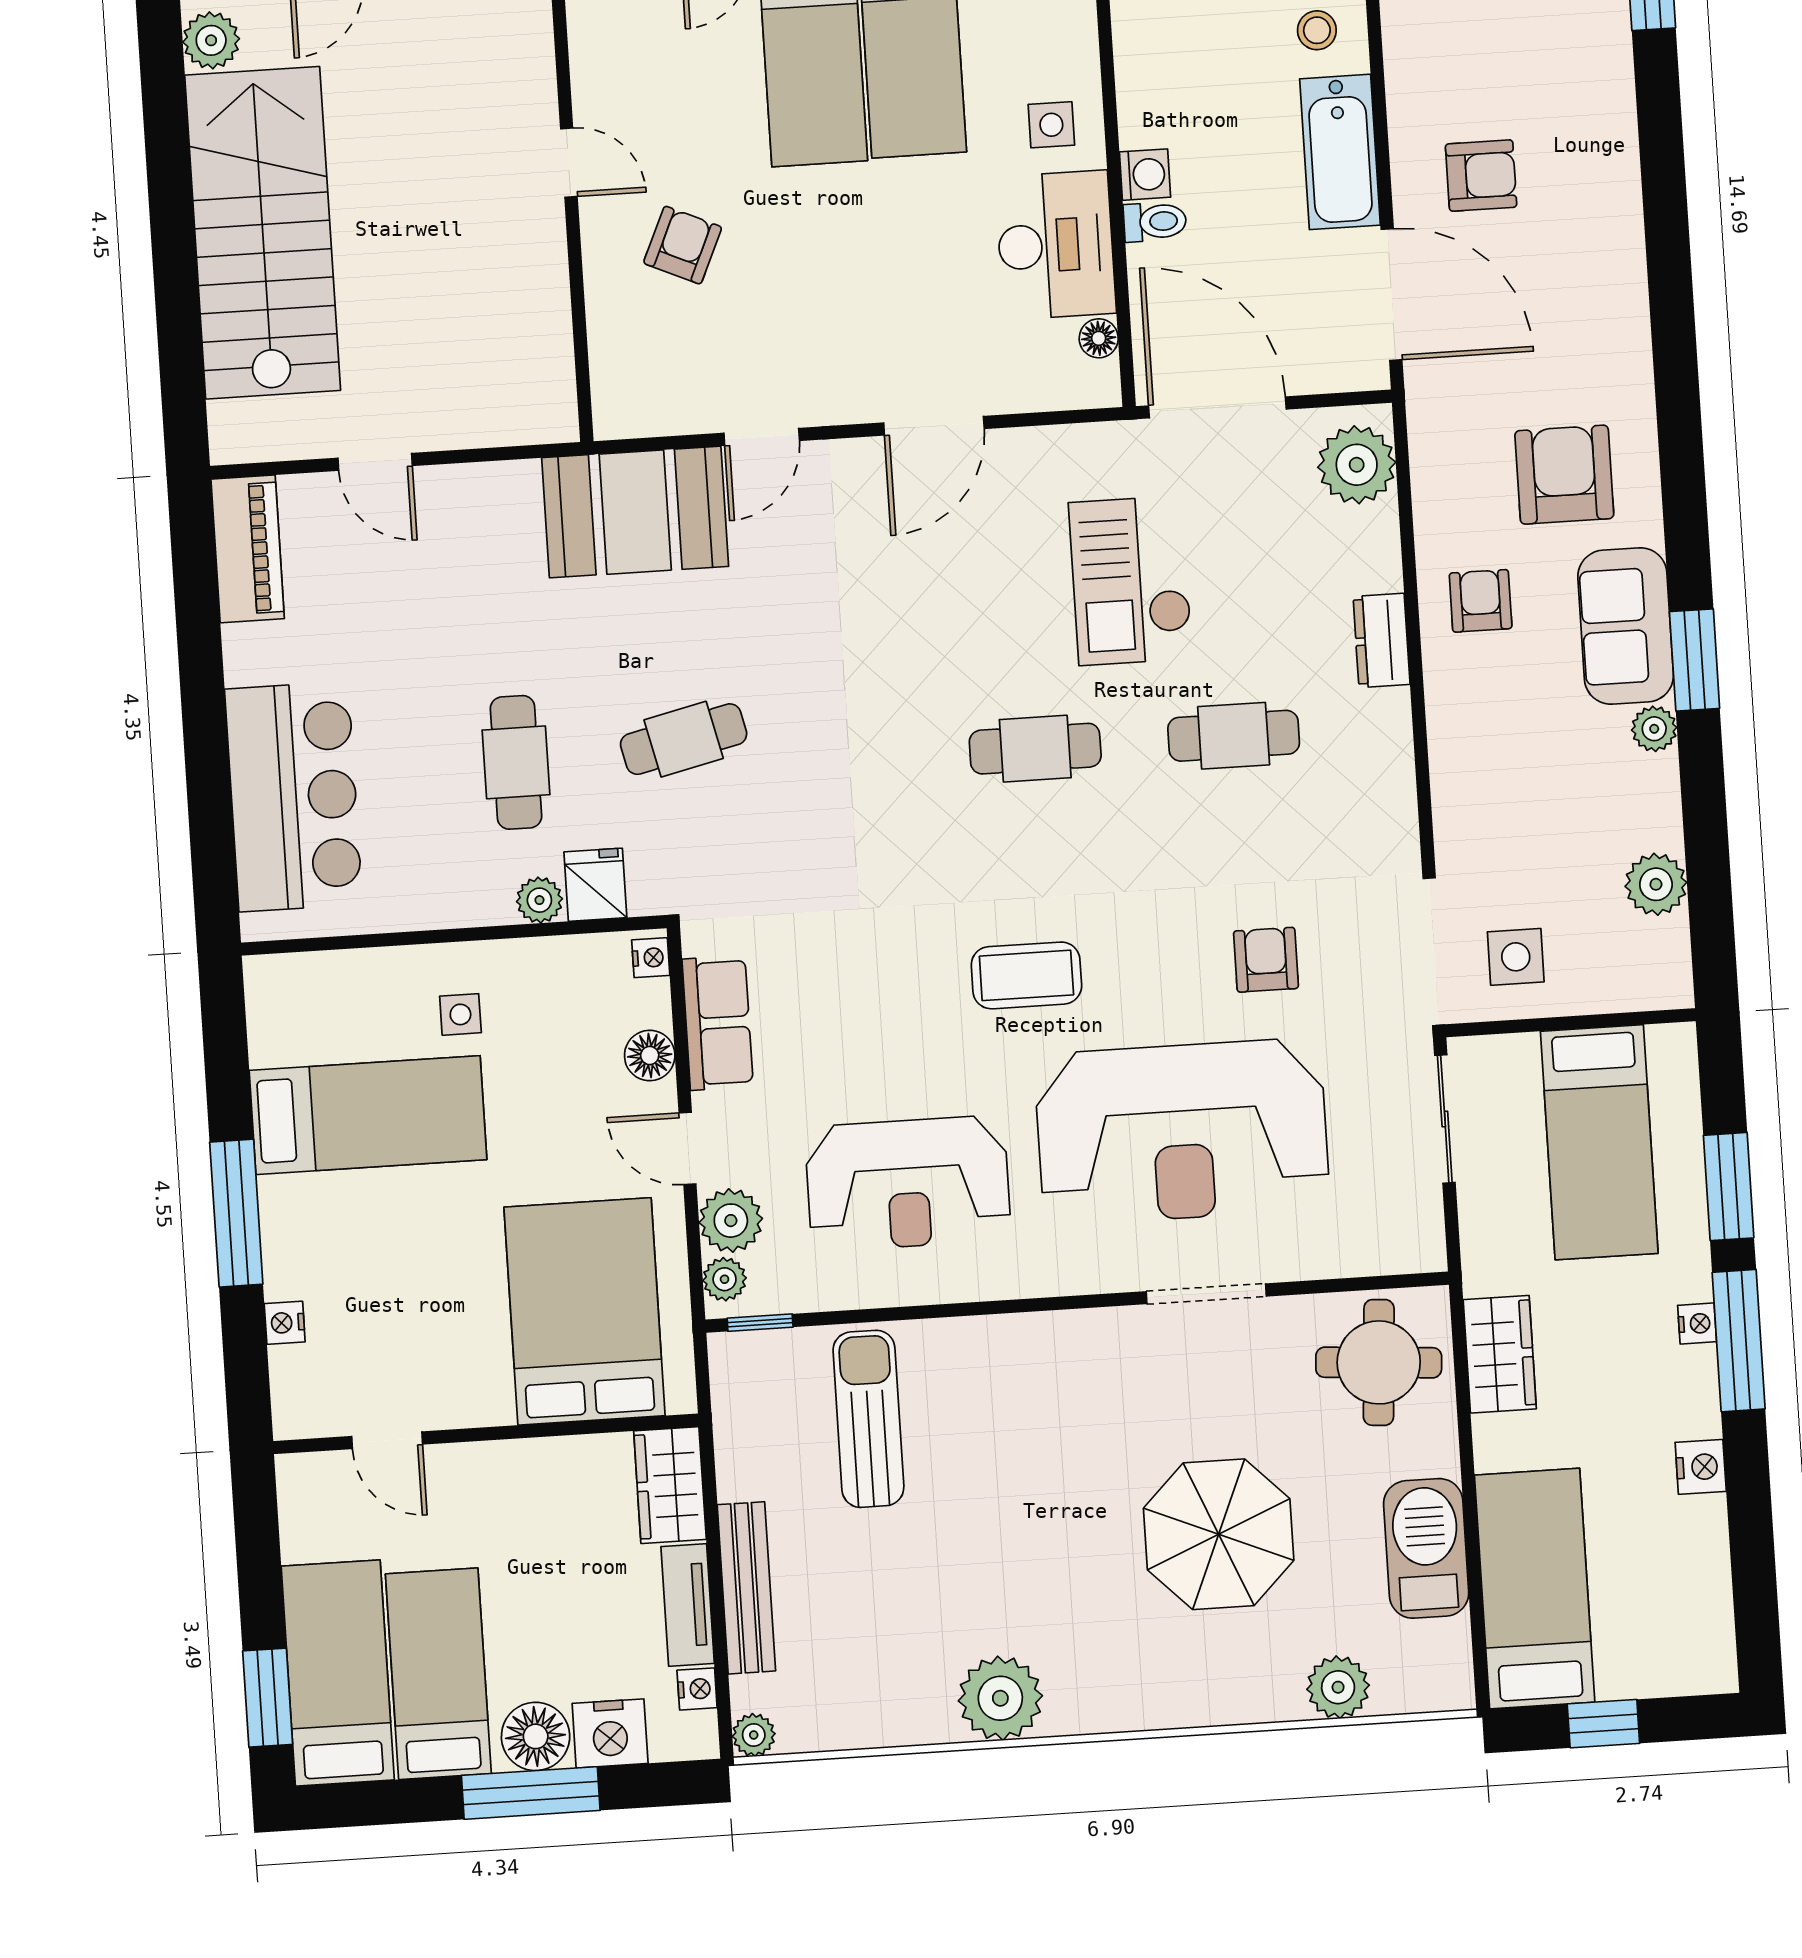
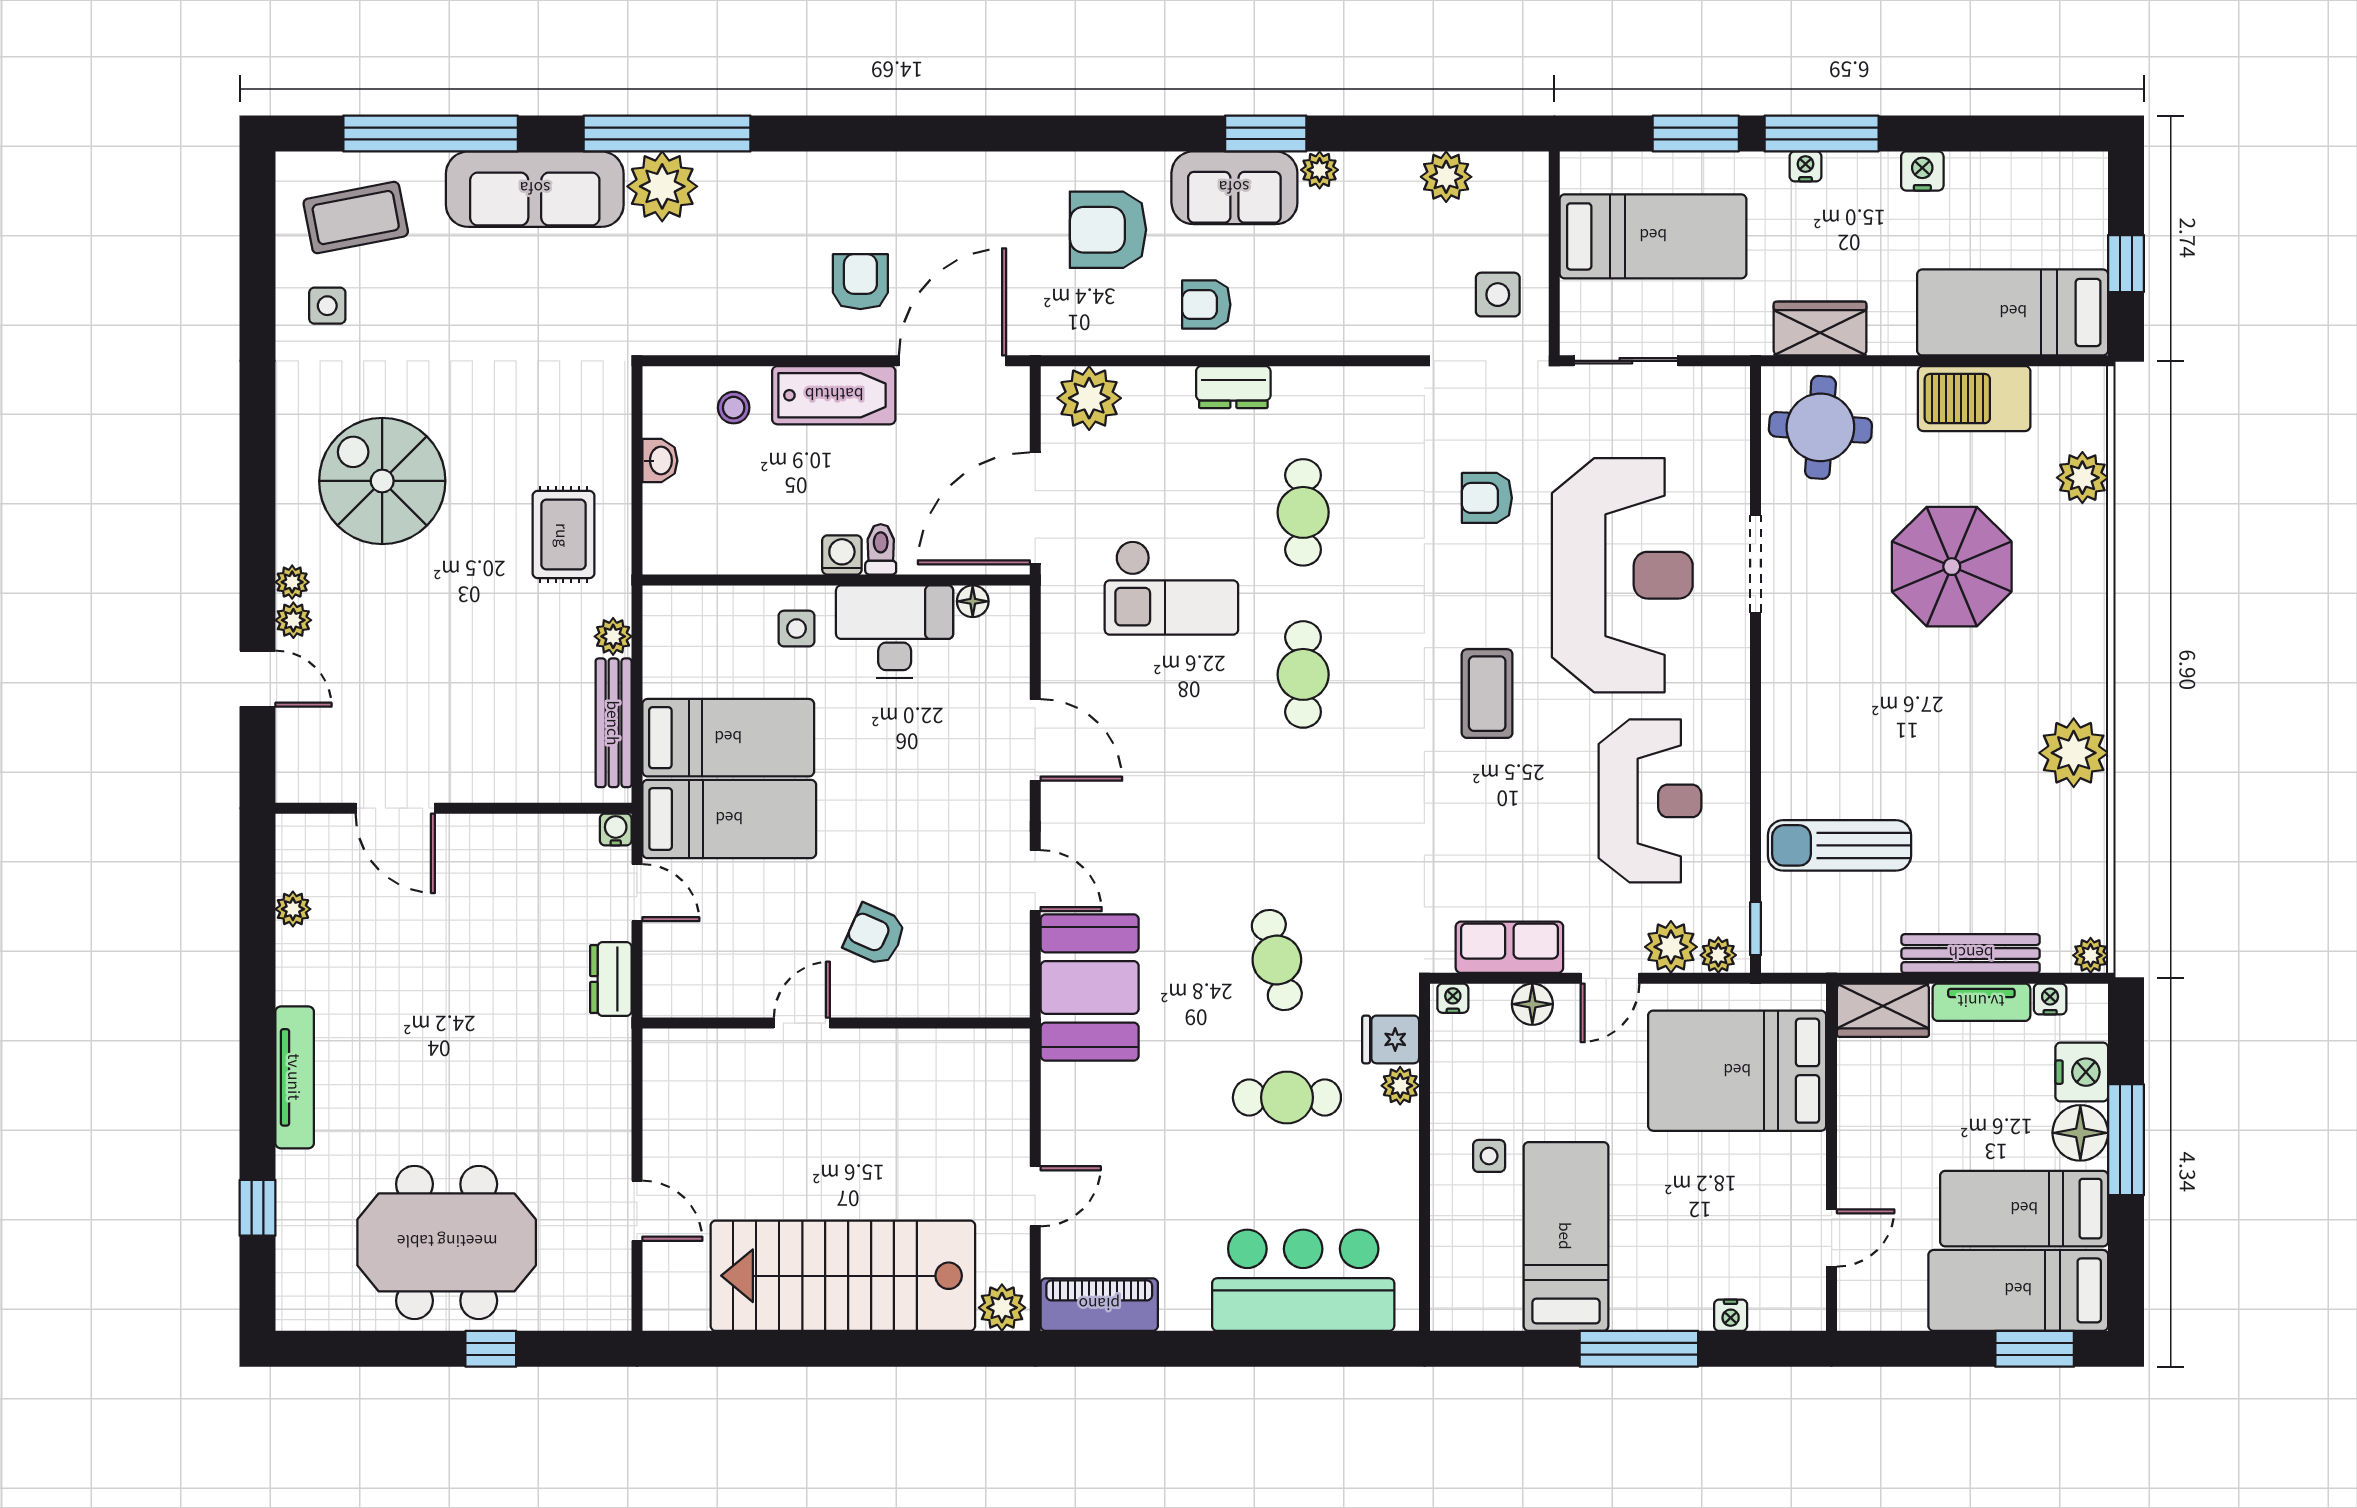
plant: (211, 40) -> (1002, 1308), moved

